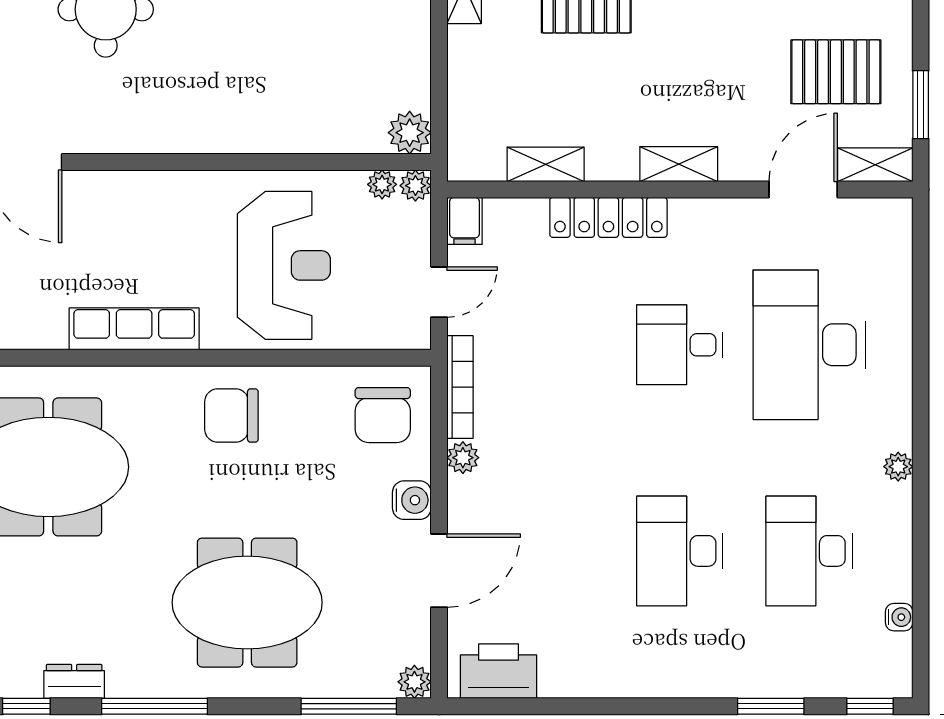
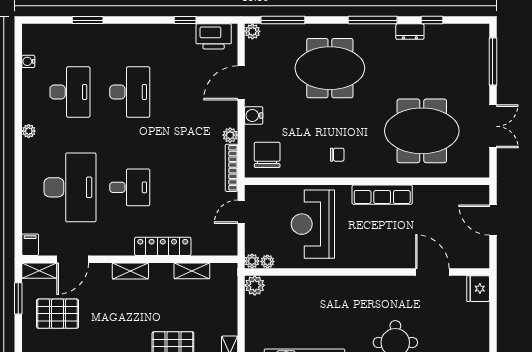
filing cabinet: (465, 221) -> (30, 245), moved
chair: (231, 415) -> (337, 155), width x0.54, depth x0.54
window: (870, 706) -> (185, 20), moved

